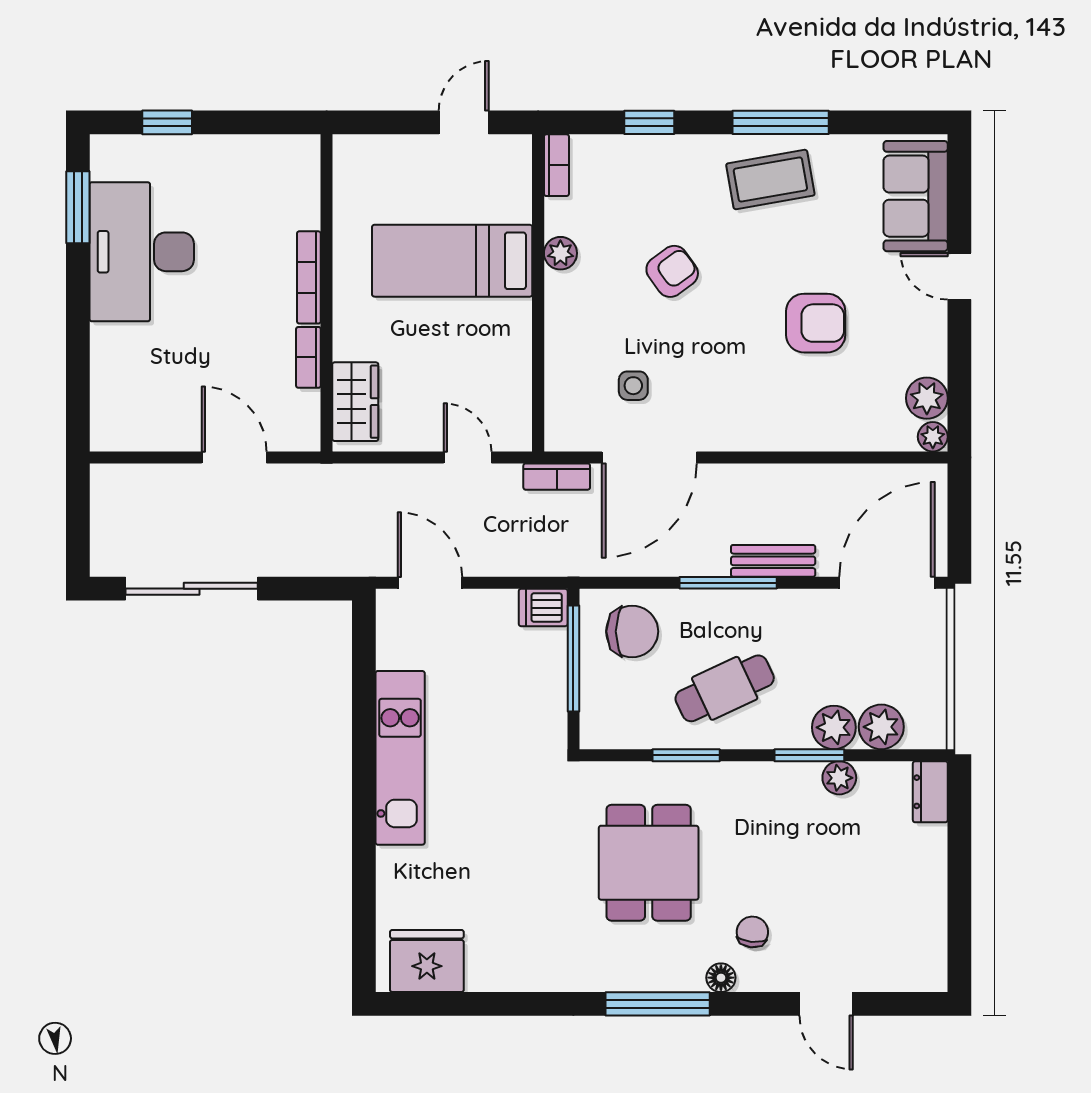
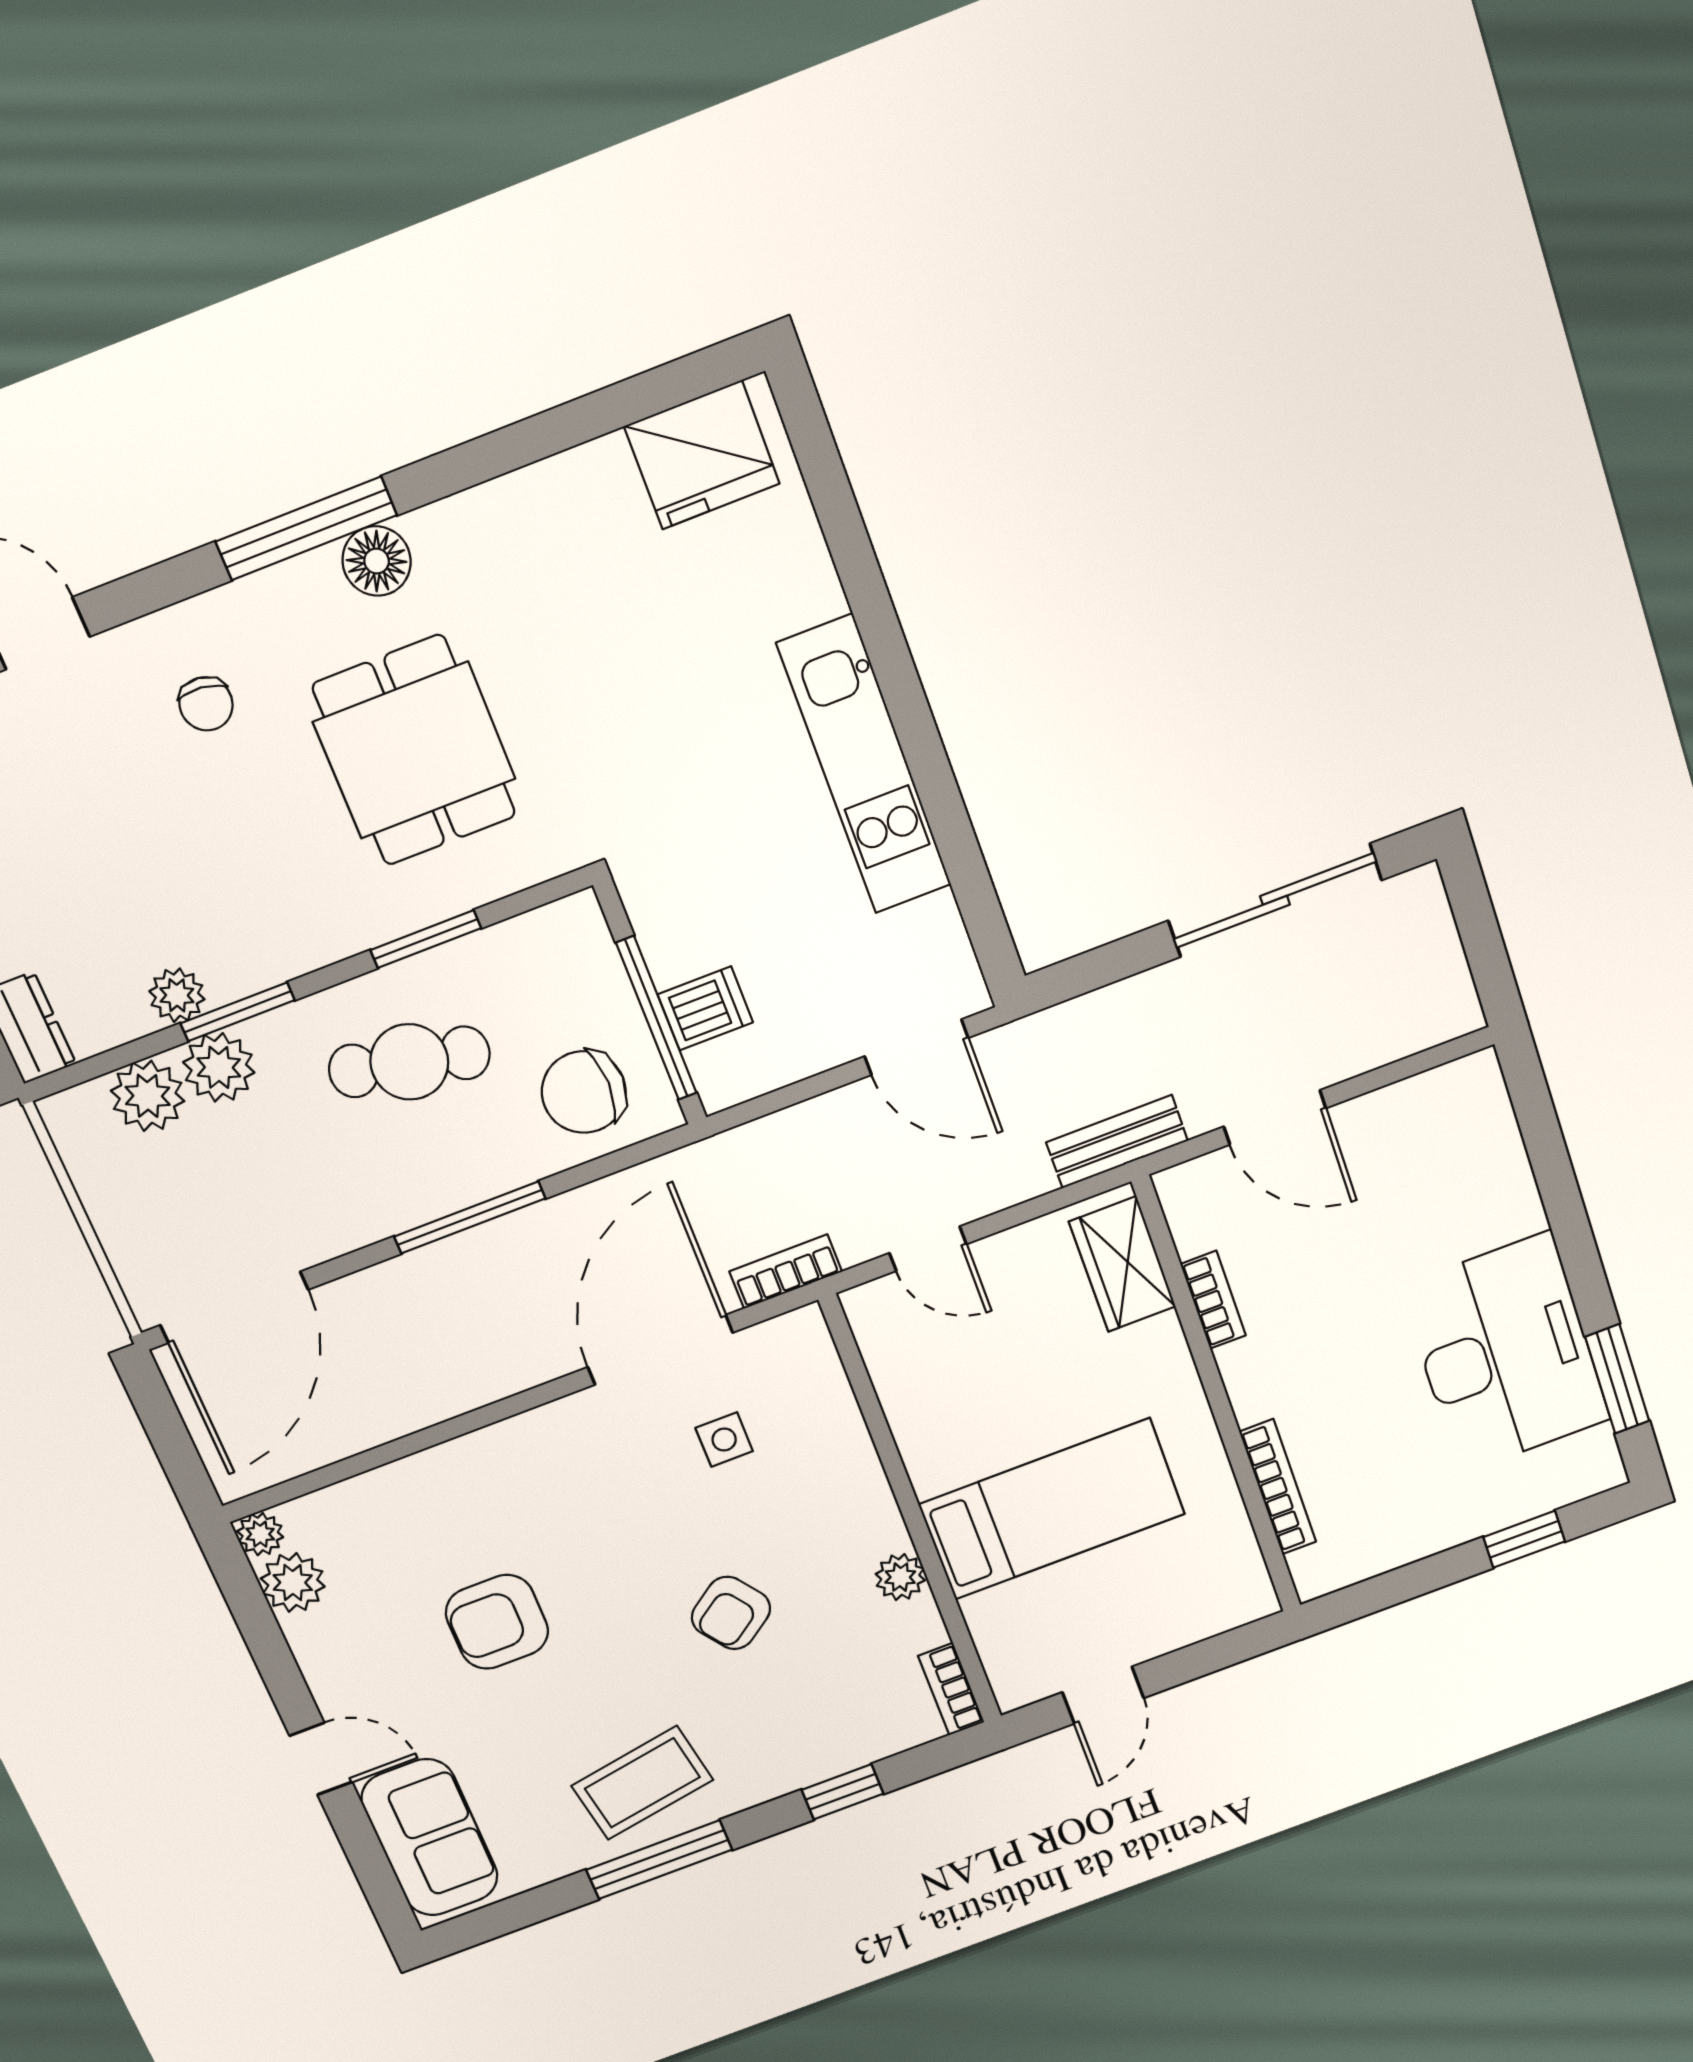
bookcase: (309, 277) -> (1278, 1487), moved
bench: (773, 561) -> (1117, 1142), moved
dishwasher: (543, 608) -> (705, 1008), moved
cafe table: (725, 688) -> (409, 1062), turned 37
floor lamp: (721, 978) -> (377, 561), moved, width x1.37, depth x1.37

